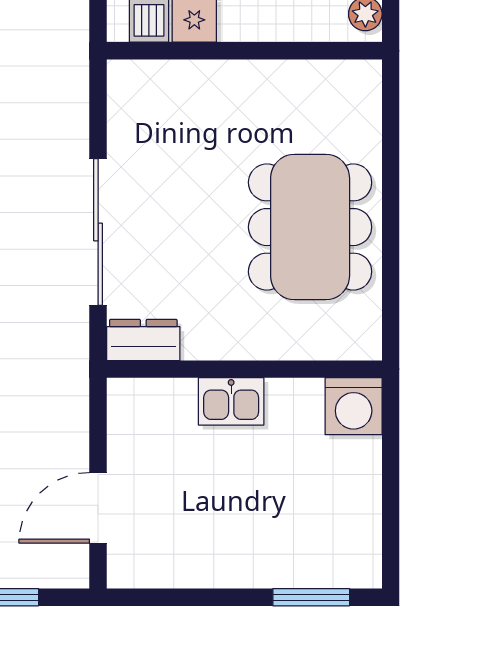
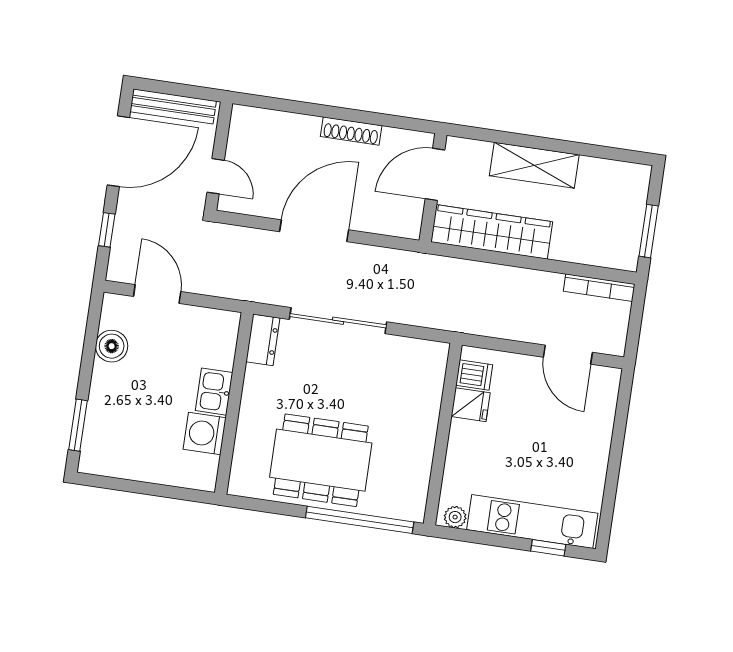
window: (391, 156) -> (360, 520), added
washing machine: (354, 406) -> (205, 433), moved
boiler: (186, 564) -> (112, 346), added

